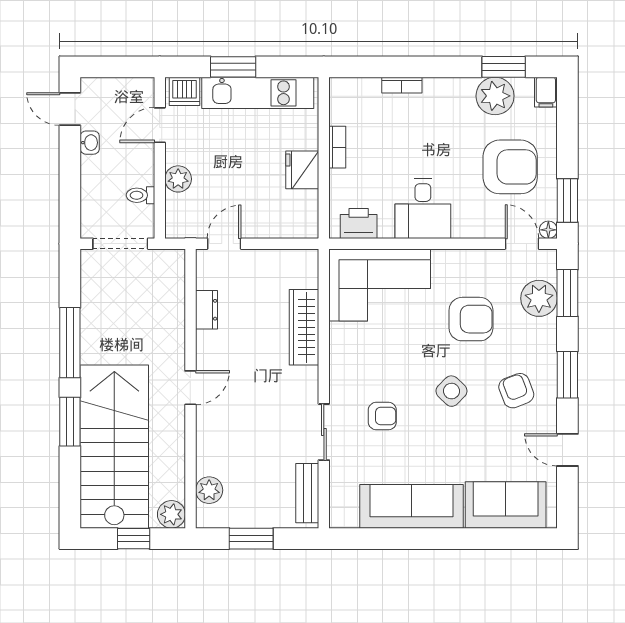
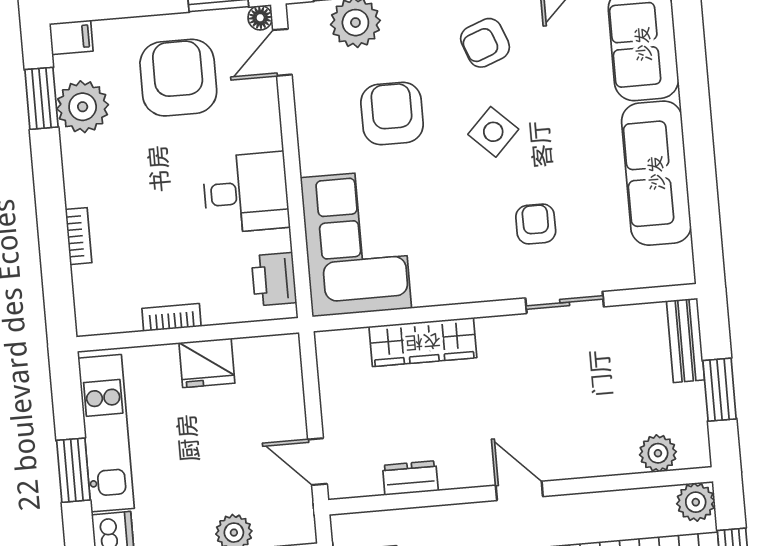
bench: (307, 493) -> (685, 340), moved, turned 90

